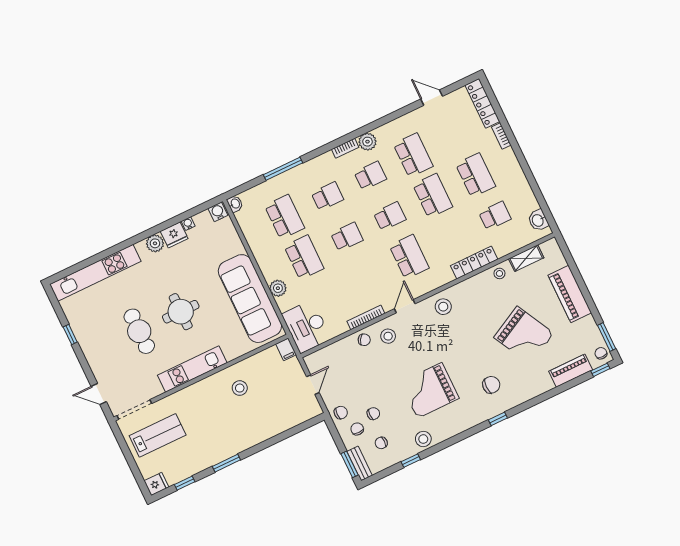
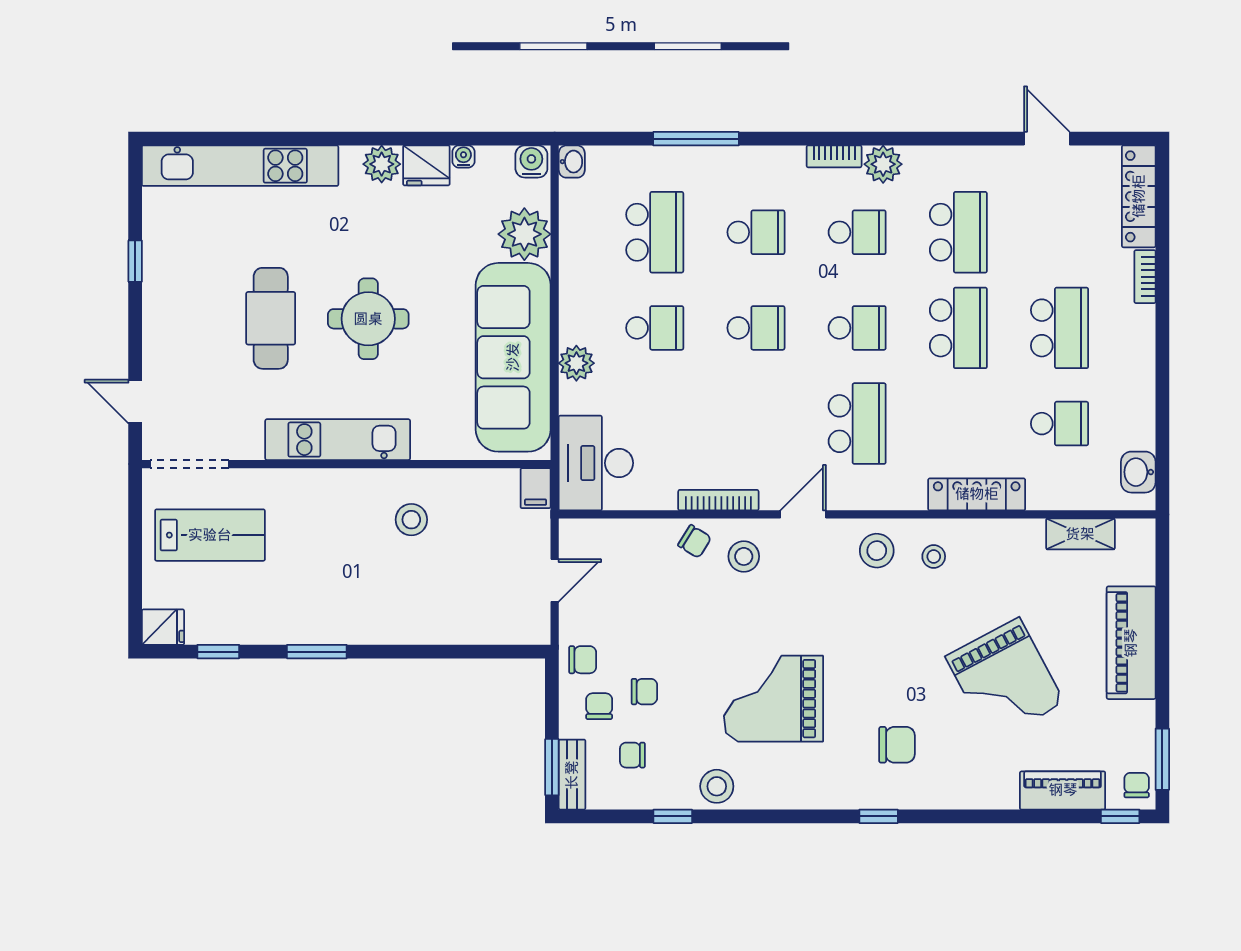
plant: (230, 244) -> (524, 234), added
school desk: (304, 257) -> (655, 328), width x0.54
stool: (499, 273) -> (934, 556), moved

